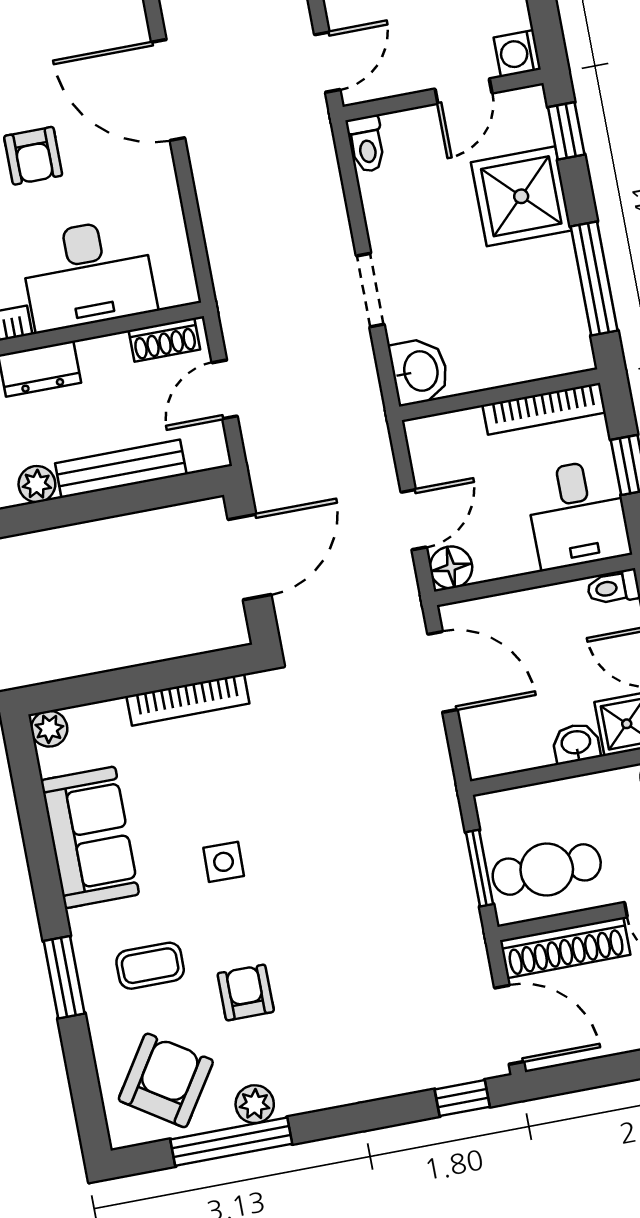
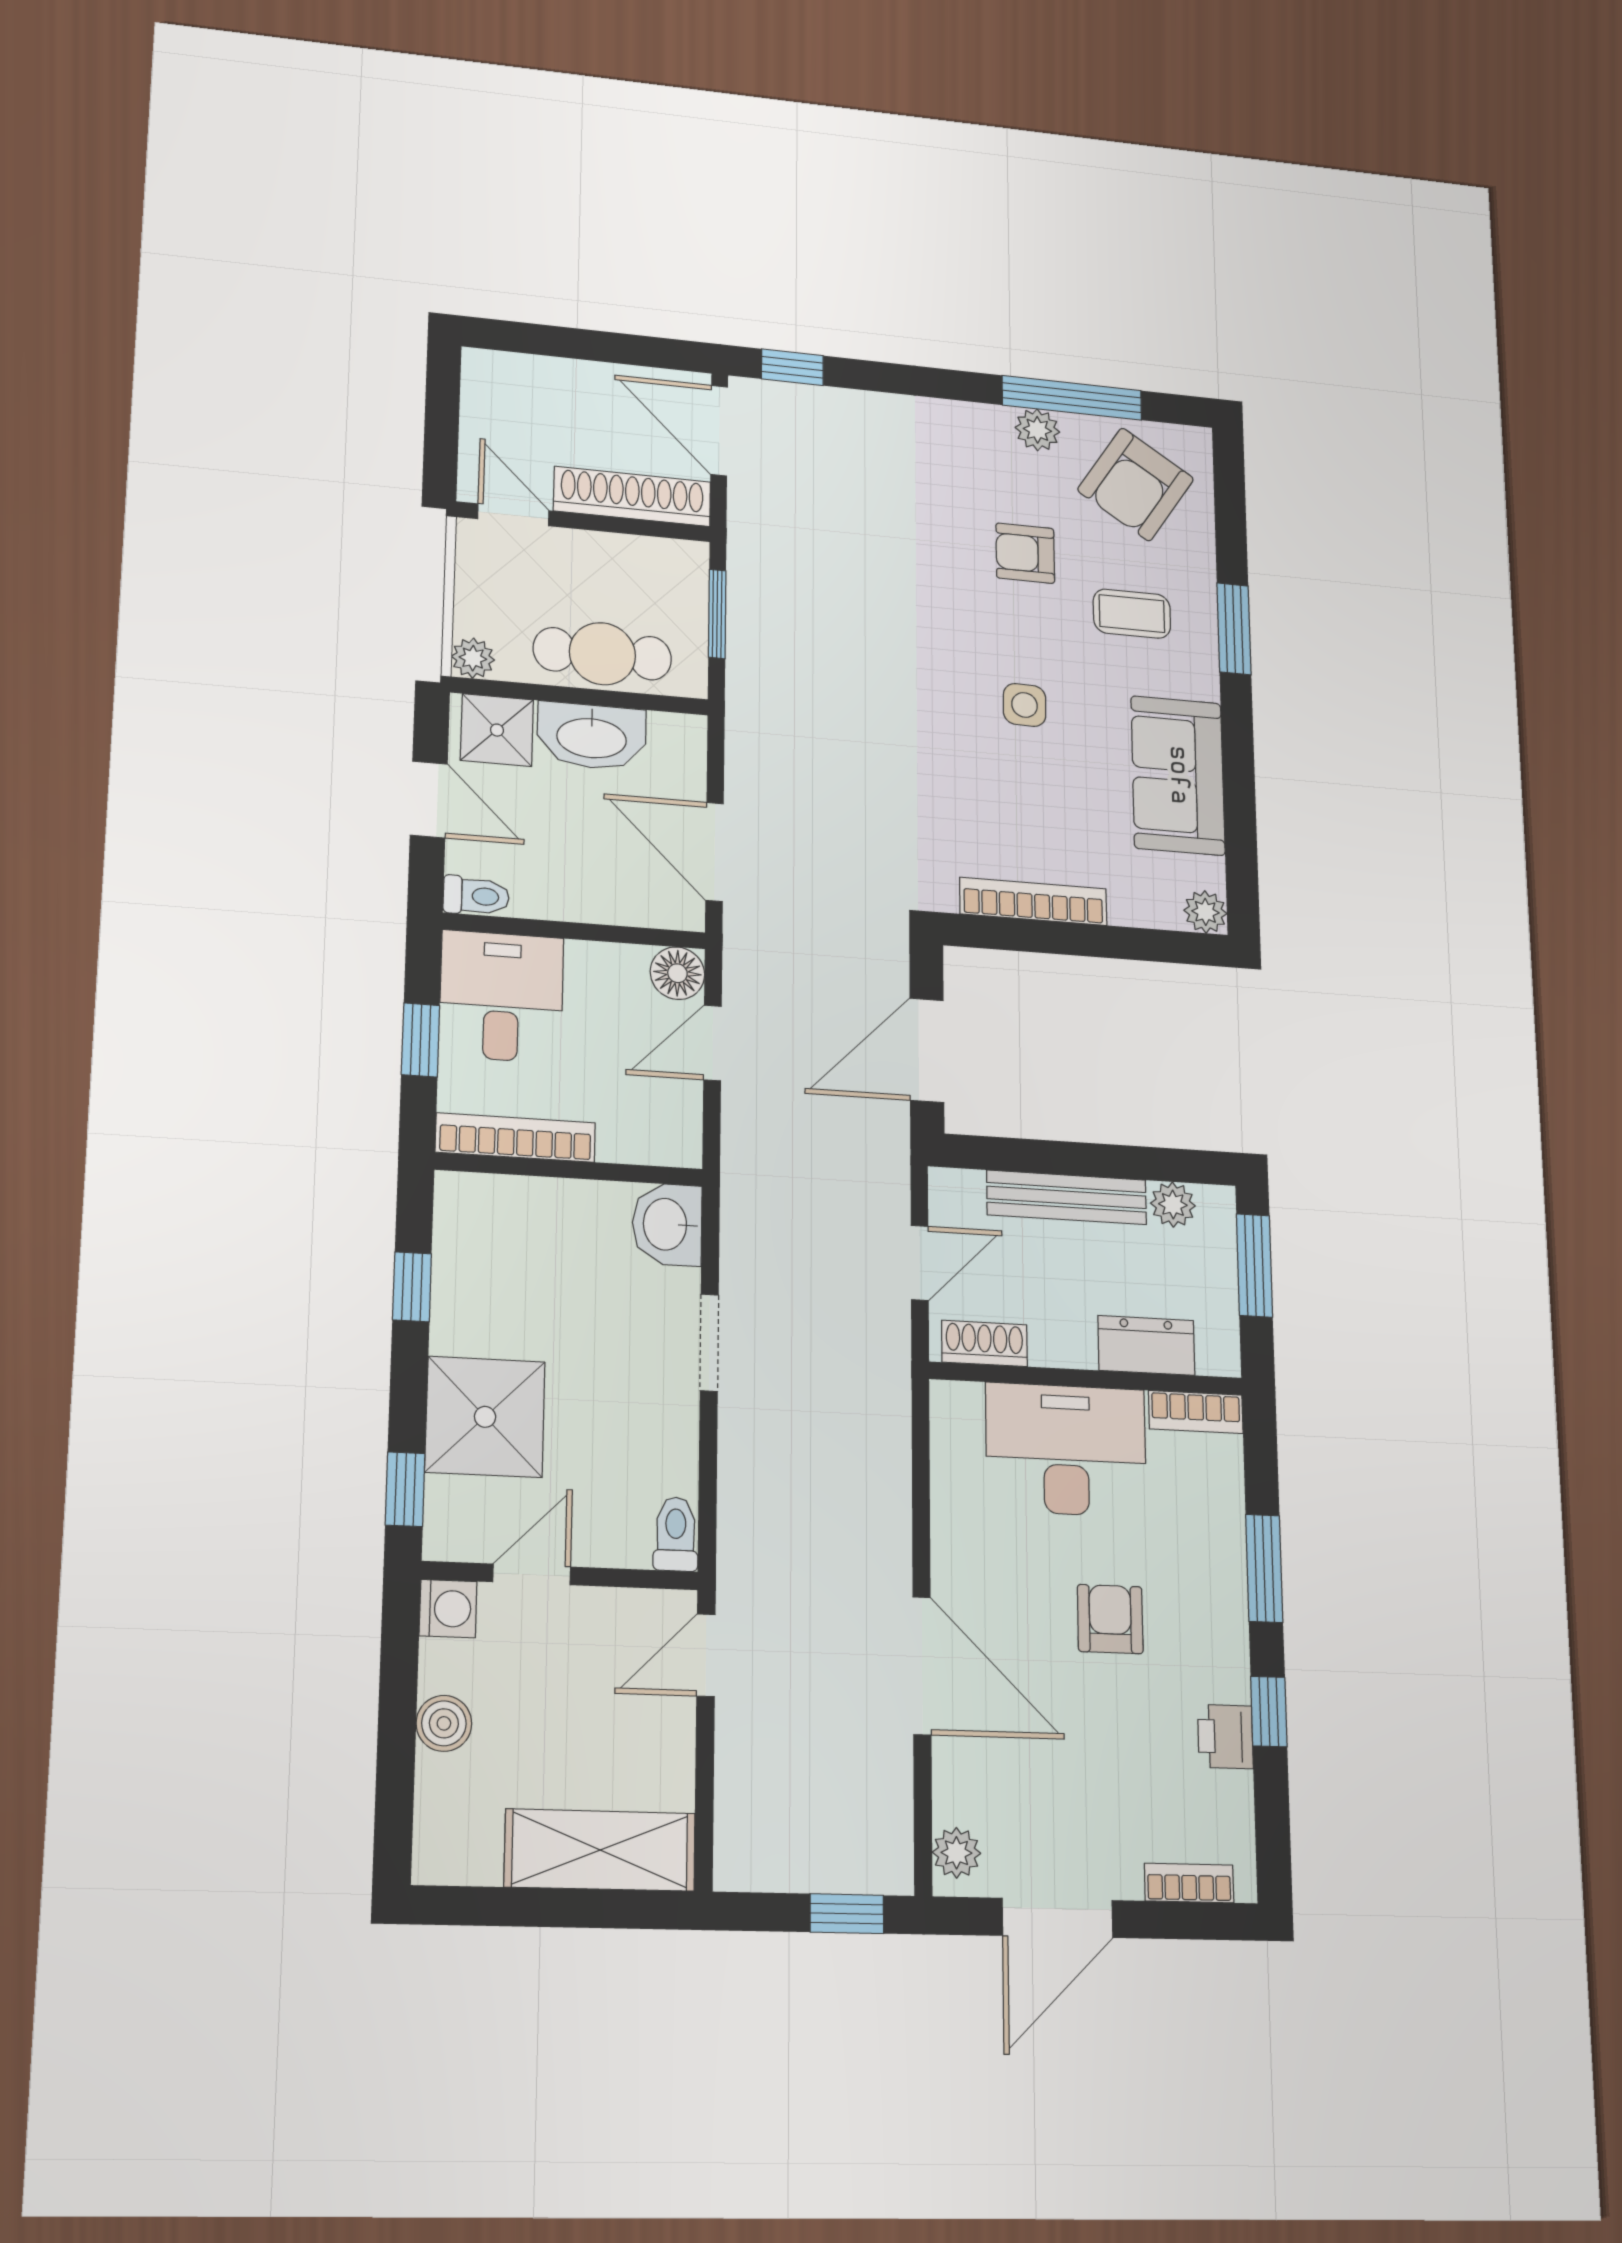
window: (594, 279) -> (412, 1287), width x0.46
washbasin: (576, 743) -> (592, 736), width x1.91, depth x1.45
cafe table: (547, 870) -> (602, 654), moved
armchair: (246, 993) -> (1025, 553), turned 90

